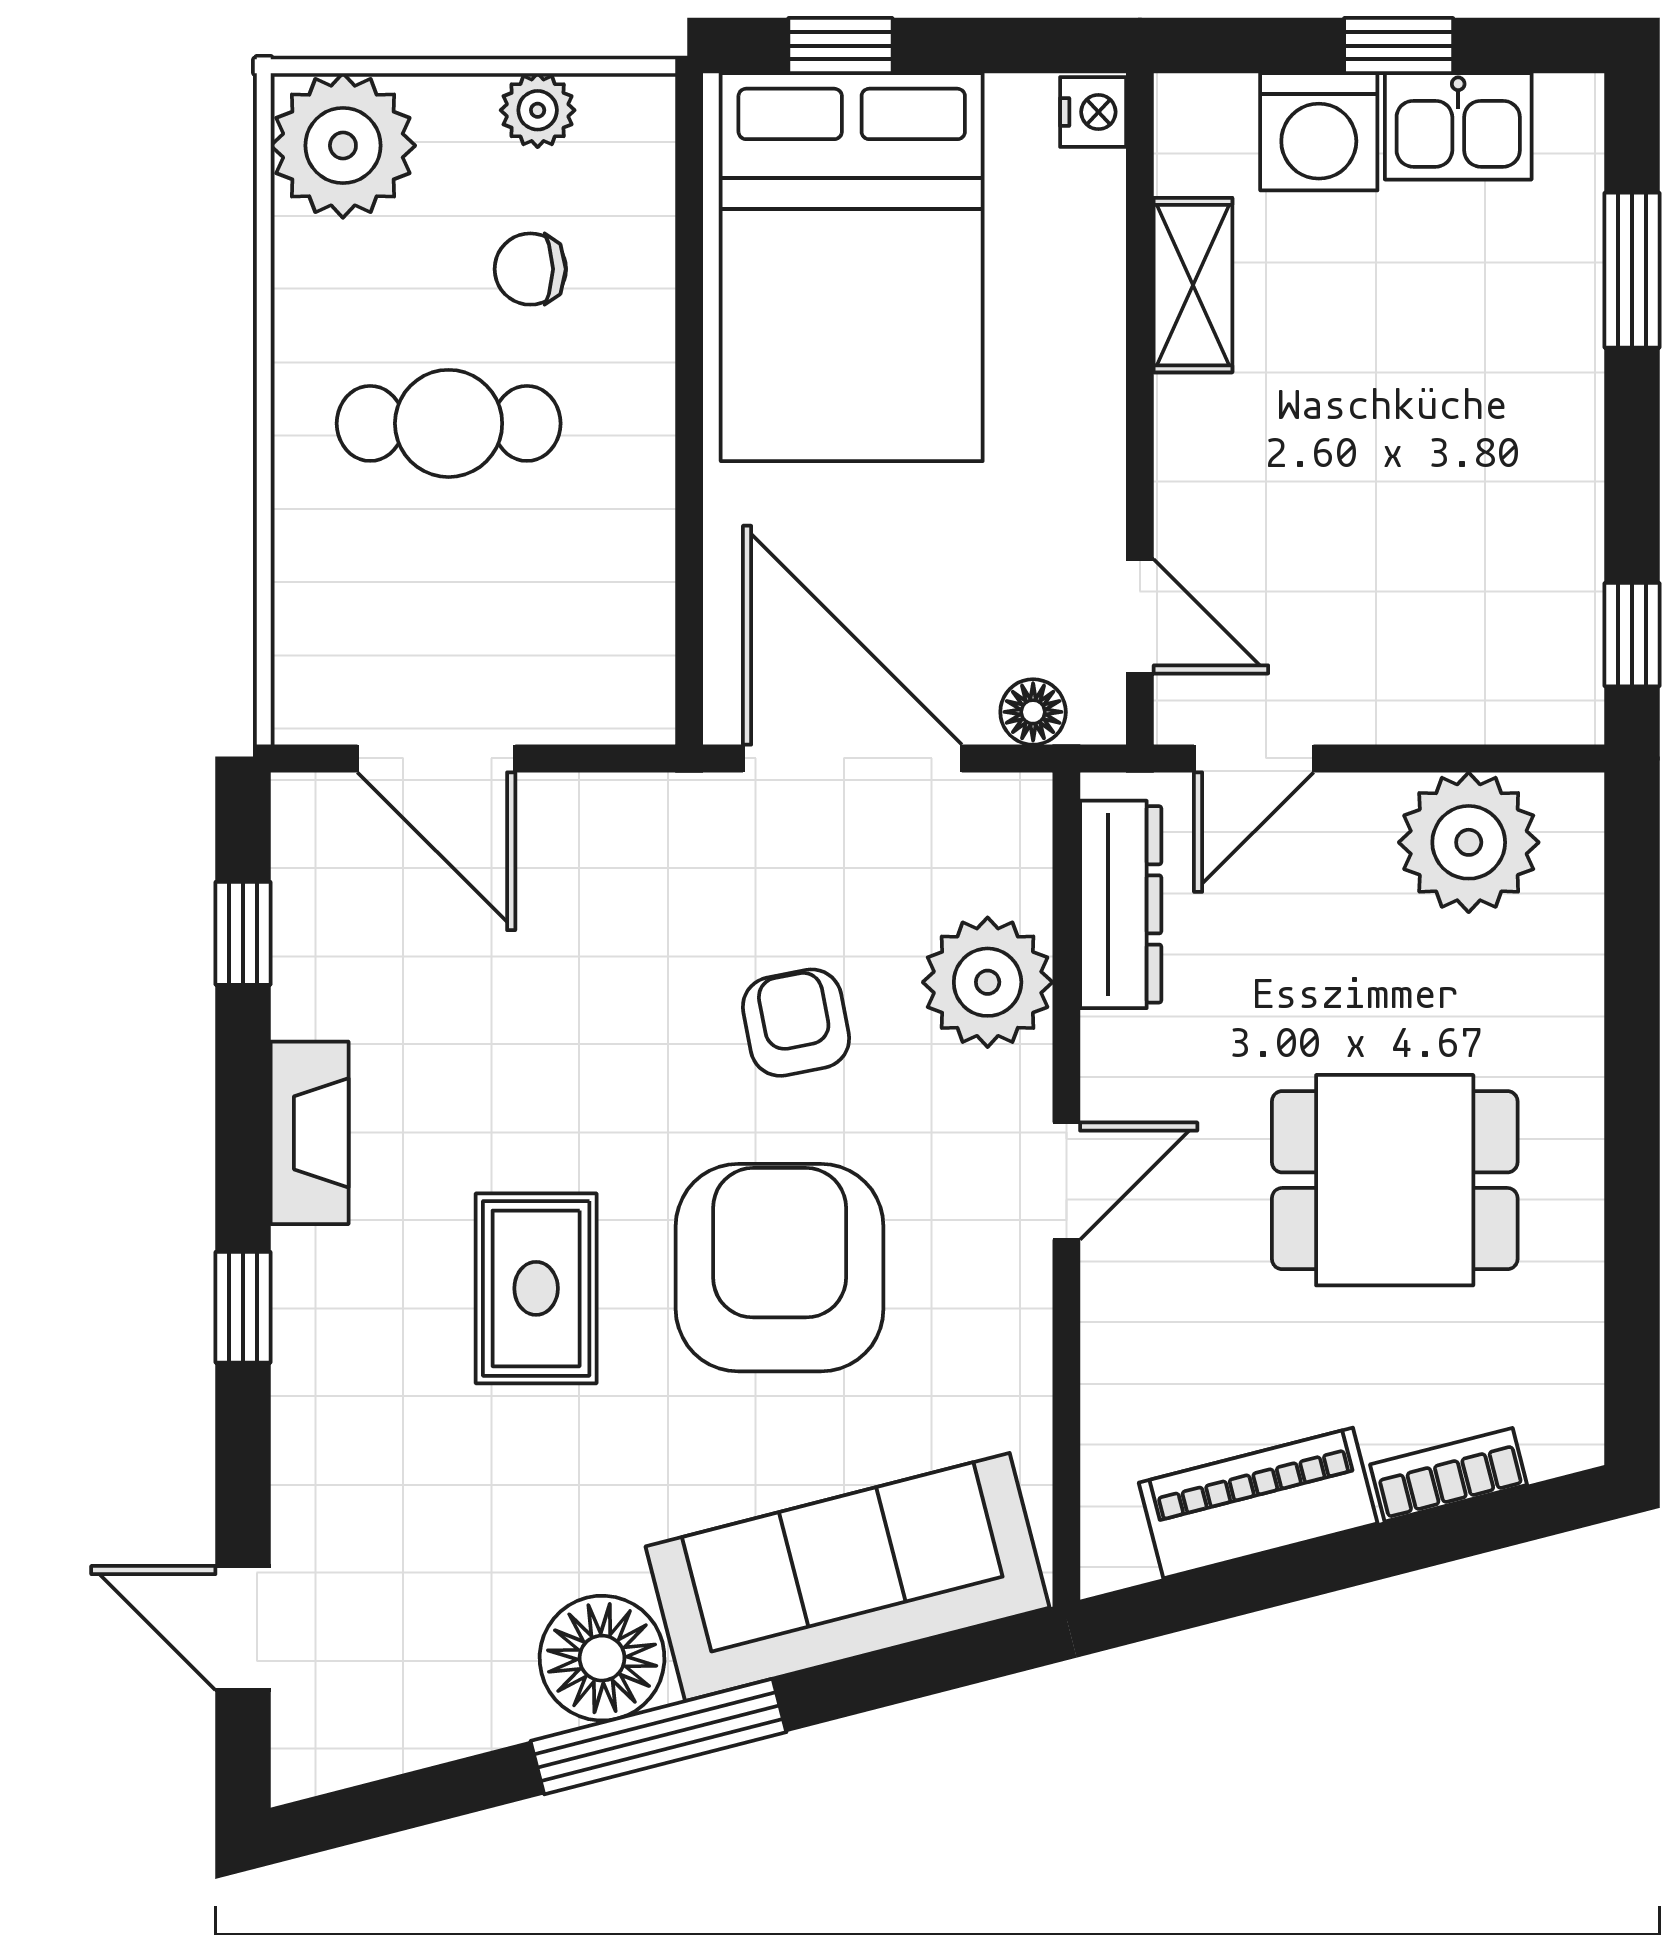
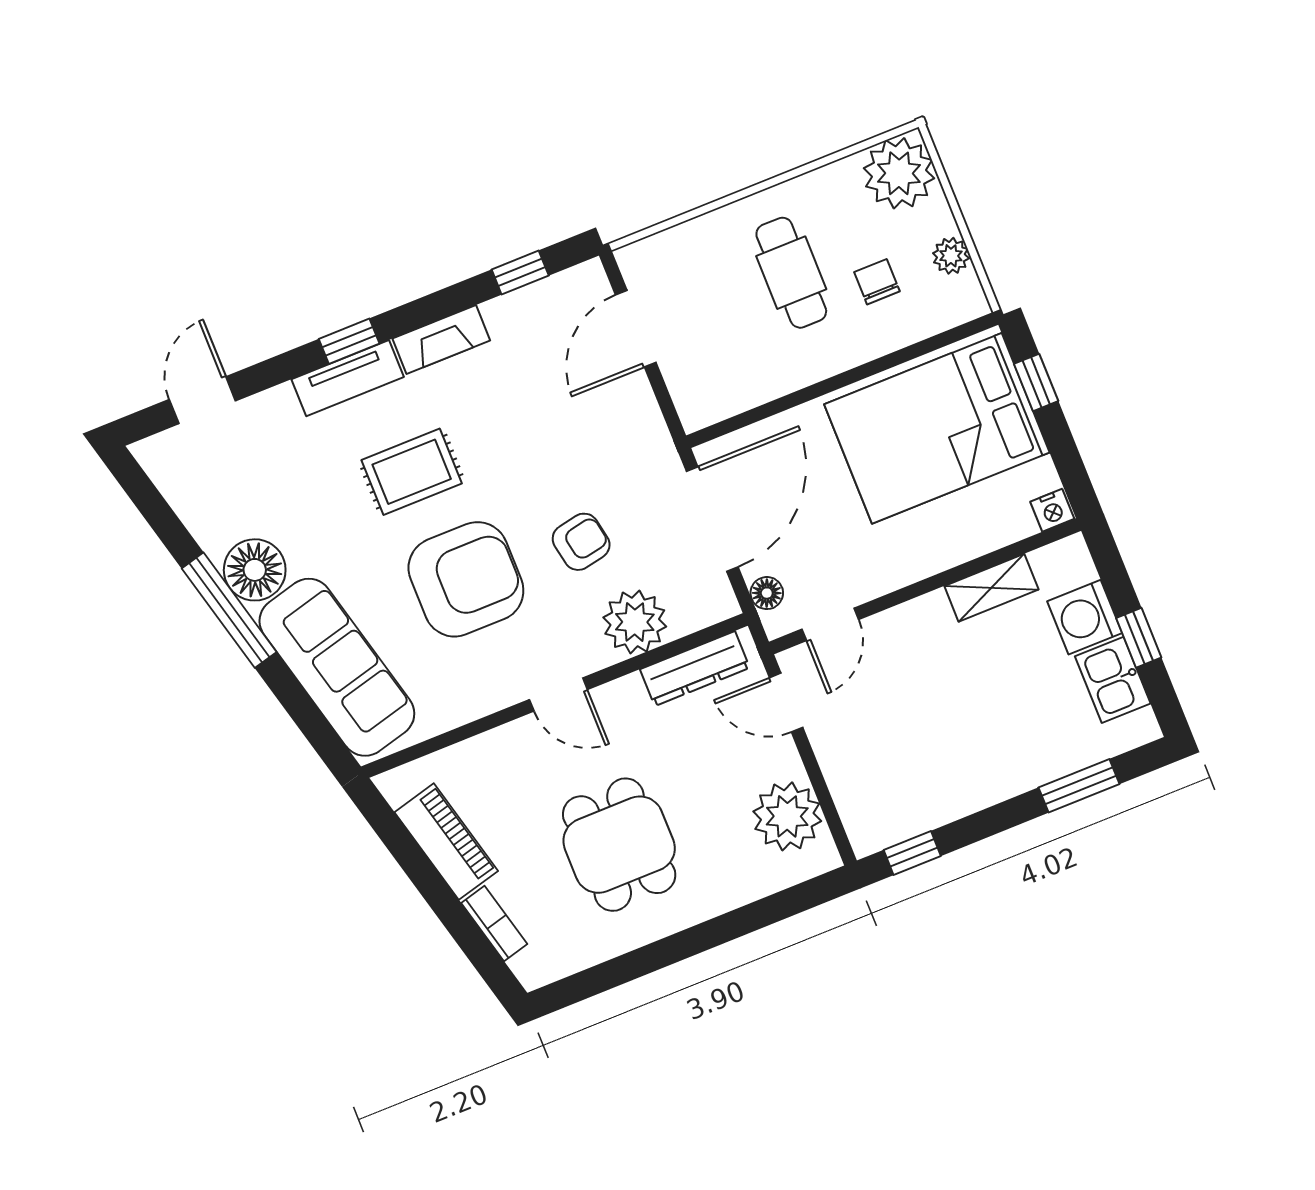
tv unit: (311, 1338) -> (348, 378), added

